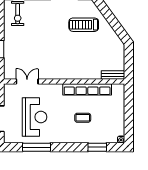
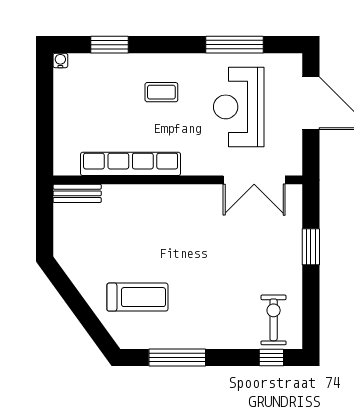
double door: (27, 82) -> (254, 180), width x1.37
coffee table: (83, 118) -> (161, 92), moved

